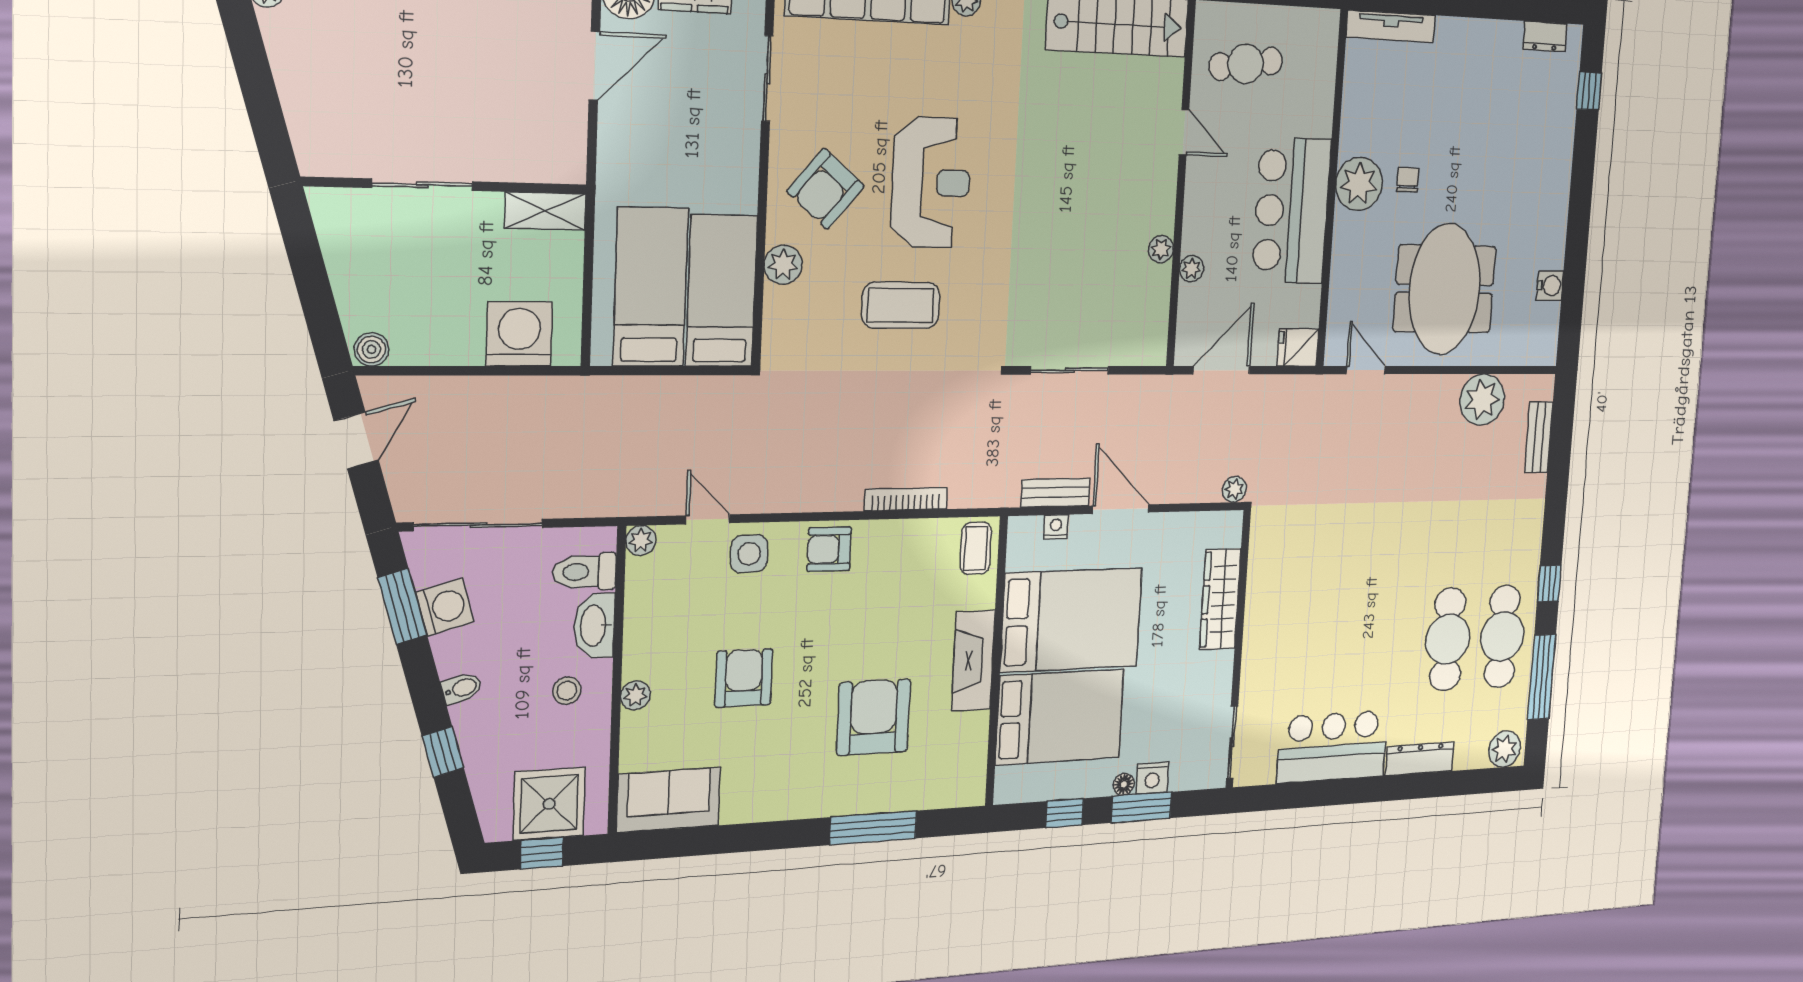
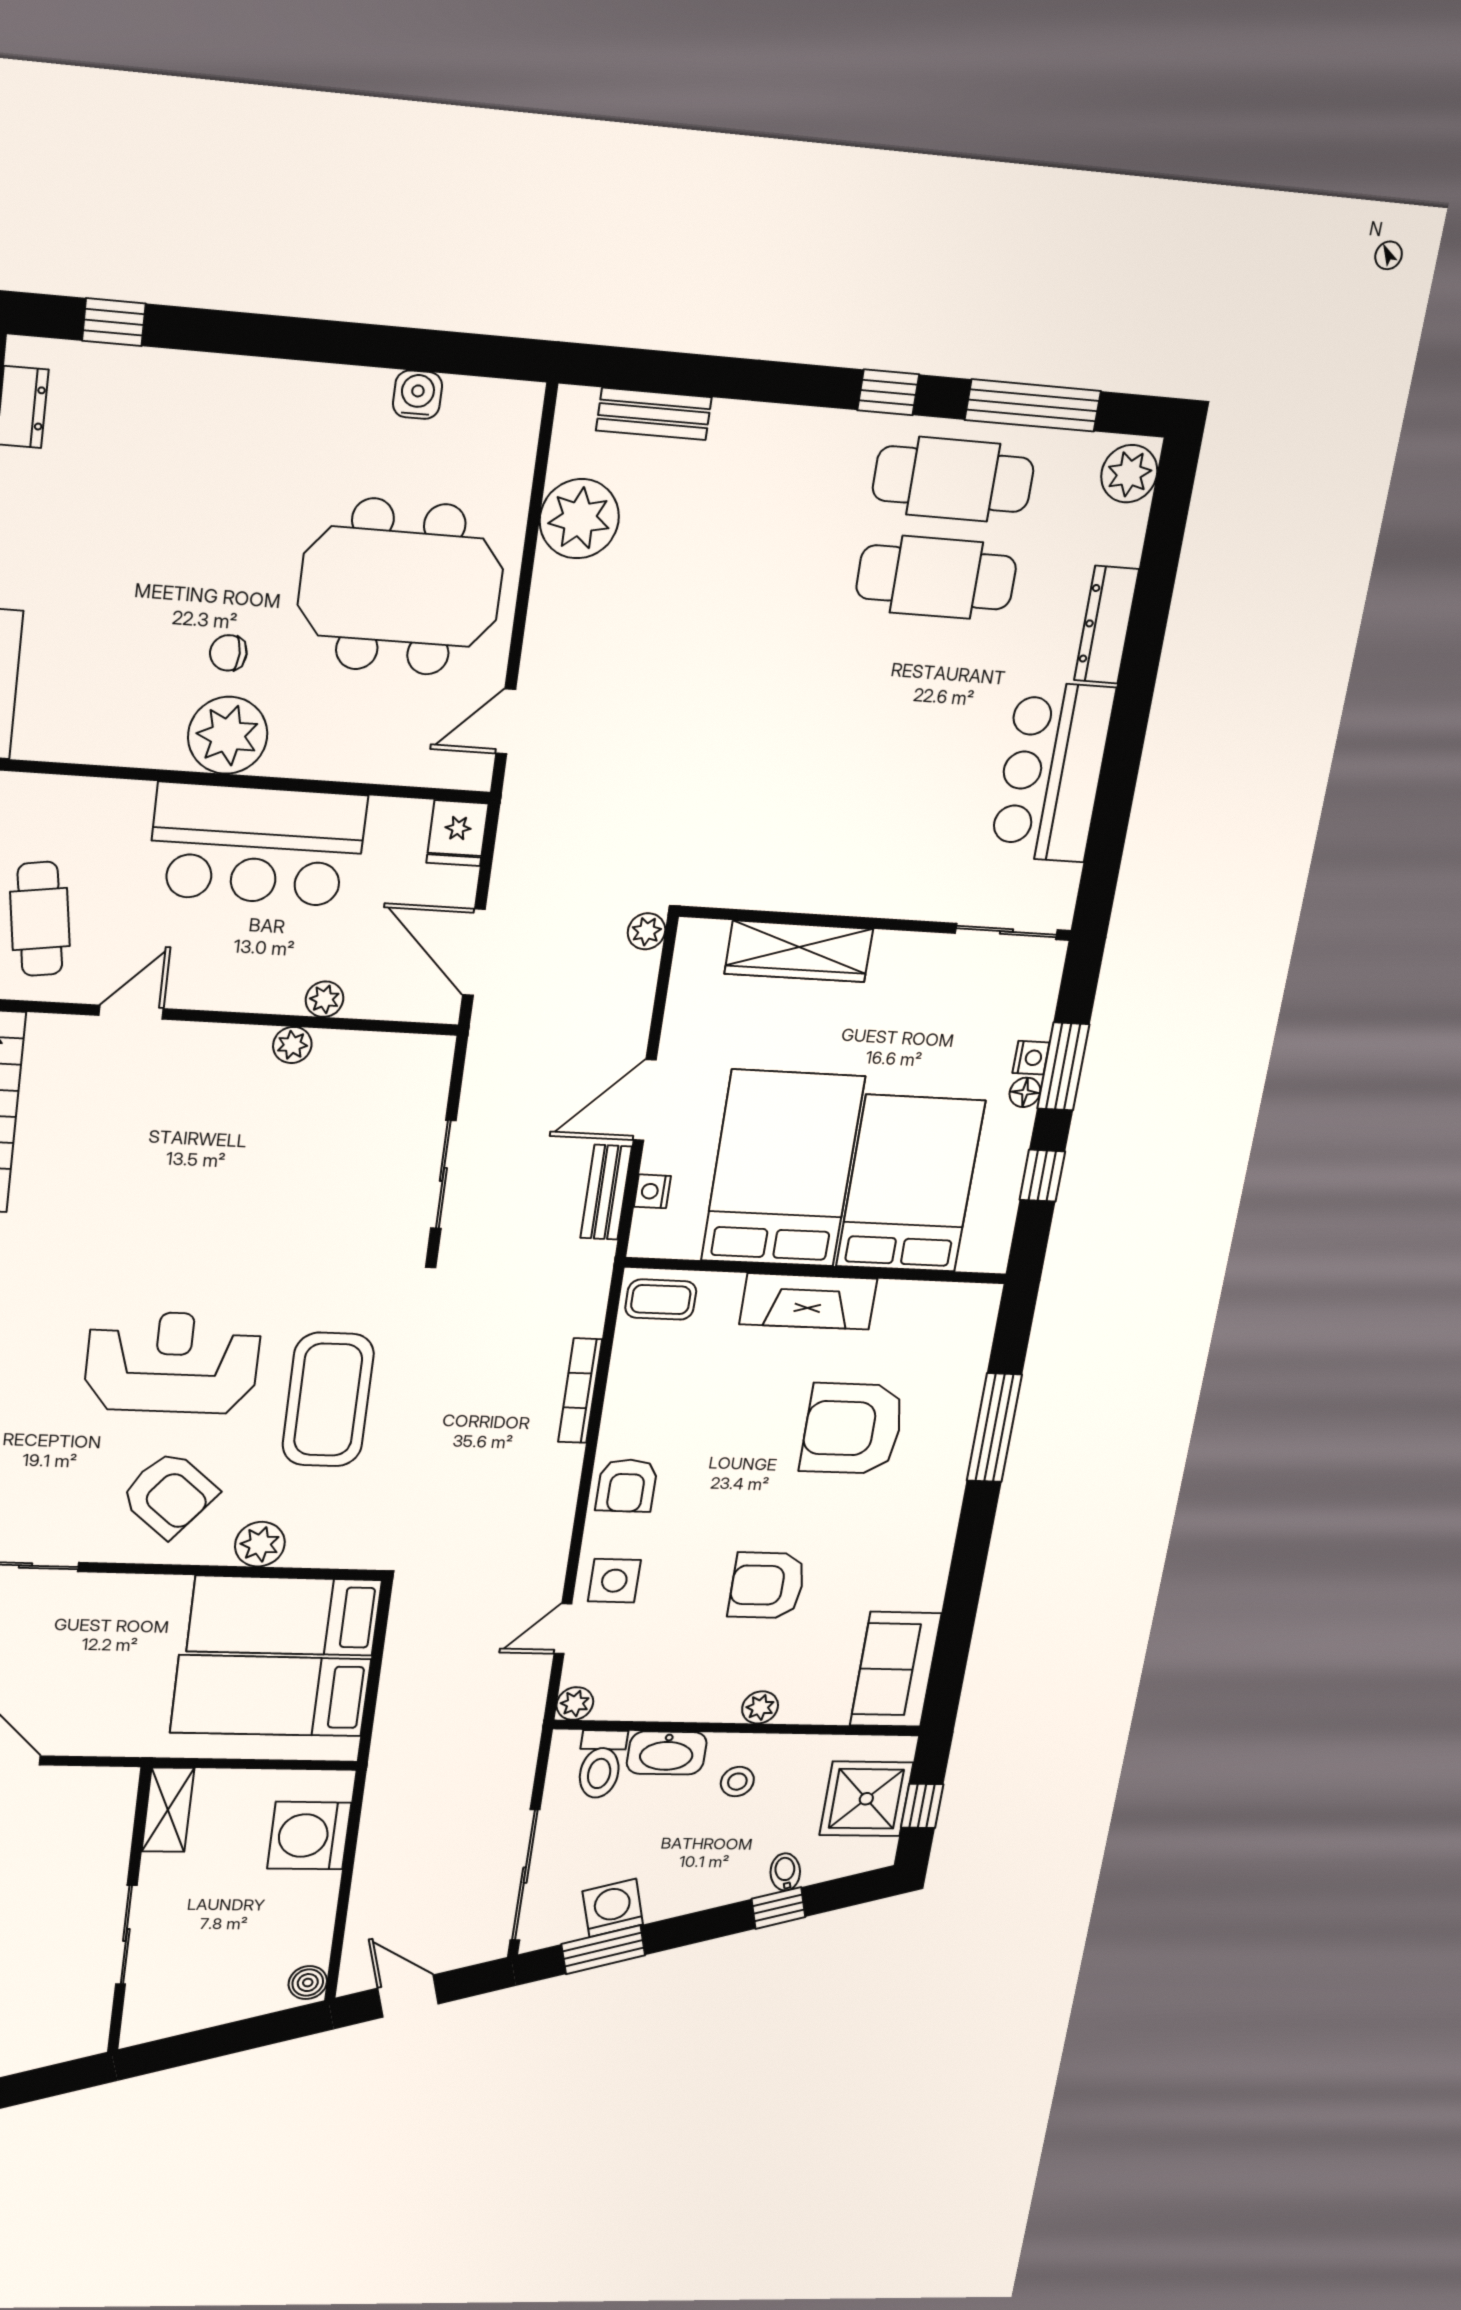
coffee table: (901, 305) -> (328, 1400), width x1.36, depth x1.32
bidet: (462, 688) -> (785, 1872), moved
nightstand: (1152, 778) -> (1031, 1058), width x0.72, depth x0.74

